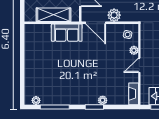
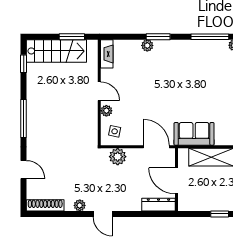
plant: (114, 15) -> (118, 157), moved
door: (139, 65) -> (99, 91), hinge flipped

